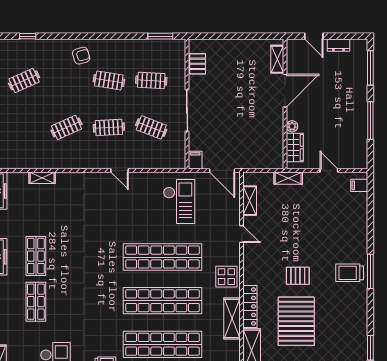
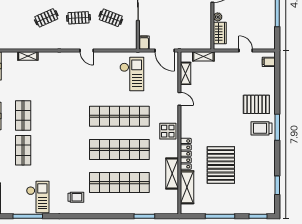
shelving: (288, 178) -> (203, 56), moved
pallet: (298, 276) -> (256, 104), moved, width x1.50, depth x1.42
shelving: (232, 319) -> (172, 173), moved

